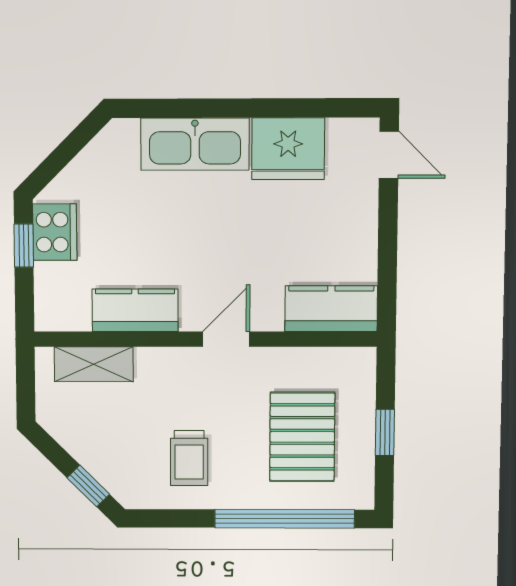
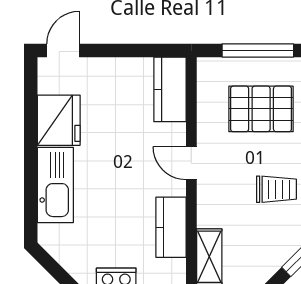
window: (385, 432) -> (258, 50), width x2.17

